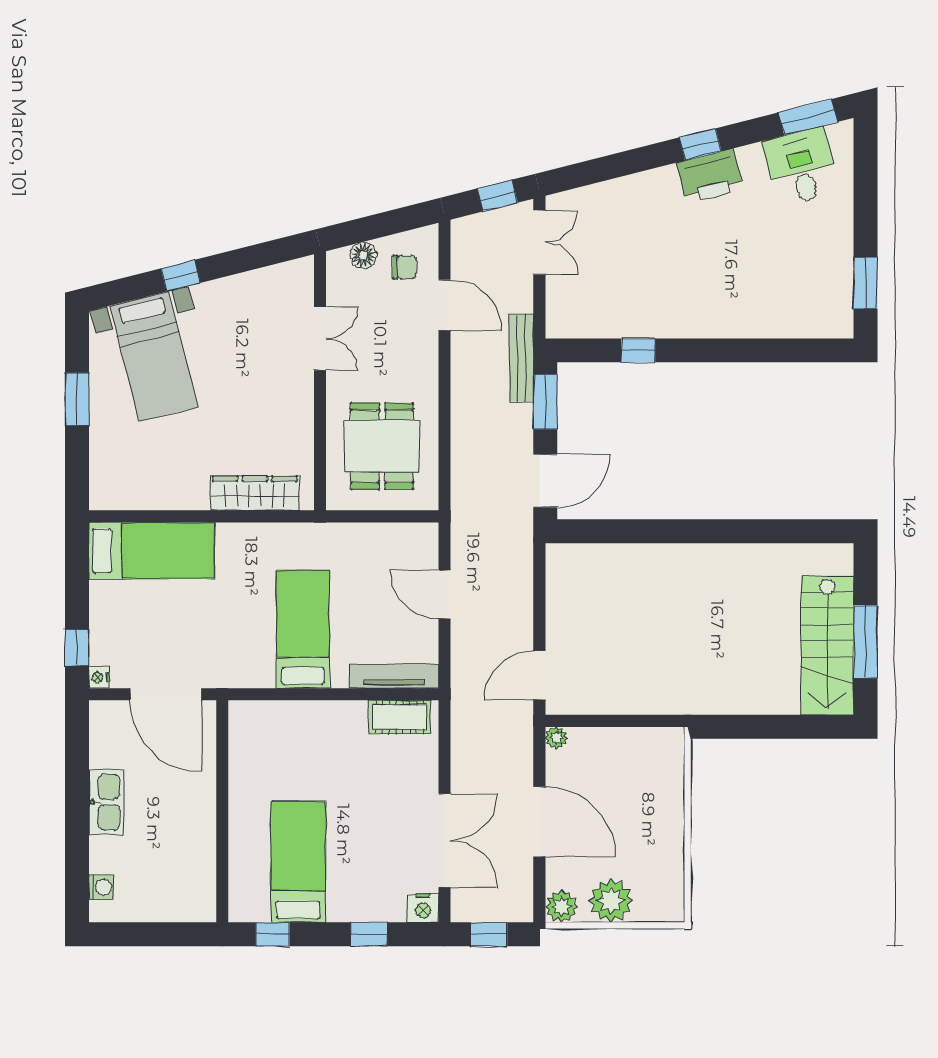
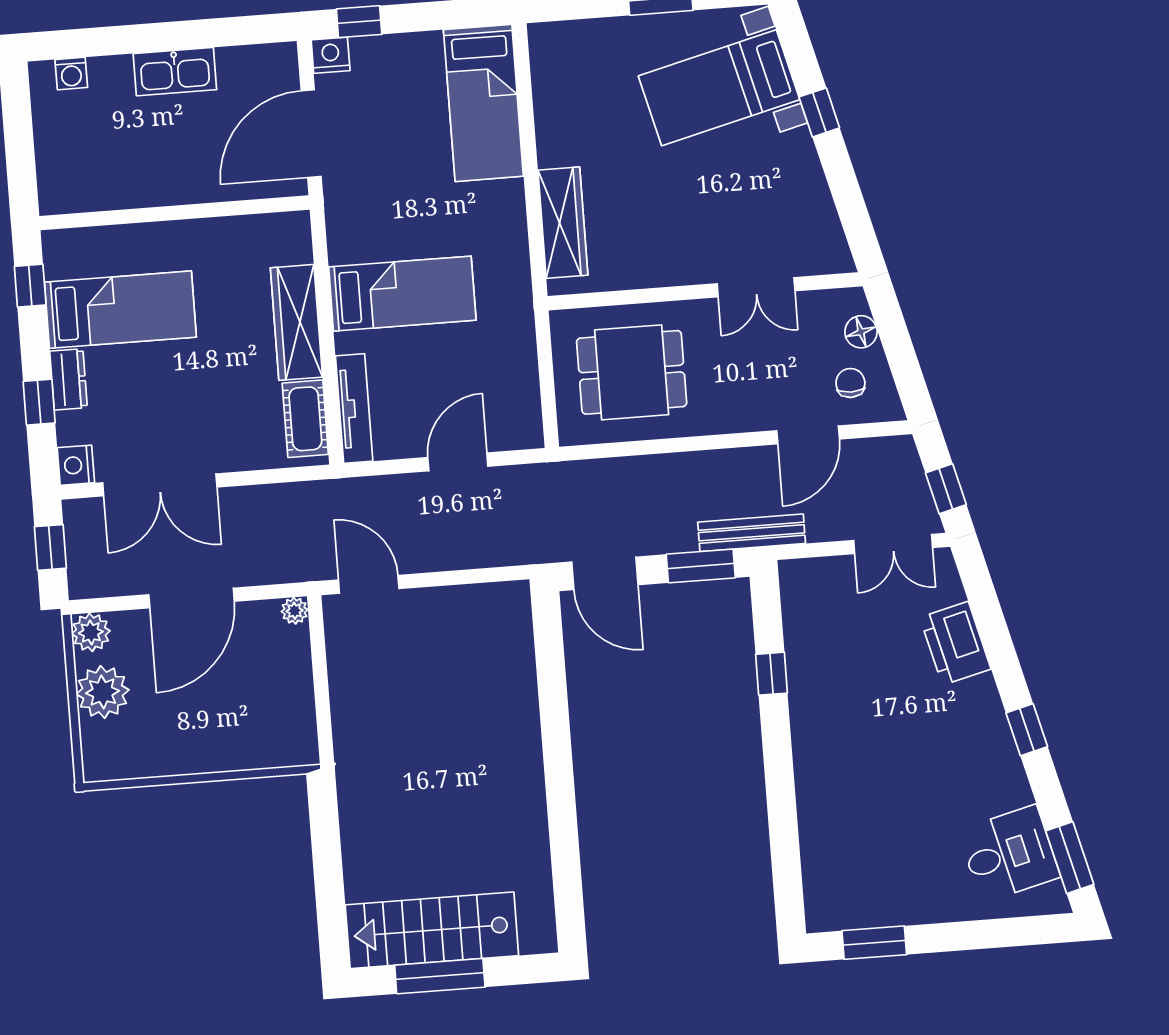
printer: (710, 176) -> (955, 643), moved
chair: (405, 267) -> (850, 383), turned 180
nightstand: (99, 677) -> (331, 55), width x1.39, depth x1.35
wardrobe: (320, 718) -> (296, 322), added
dresser: (352, 909) -> (69, 379), added

